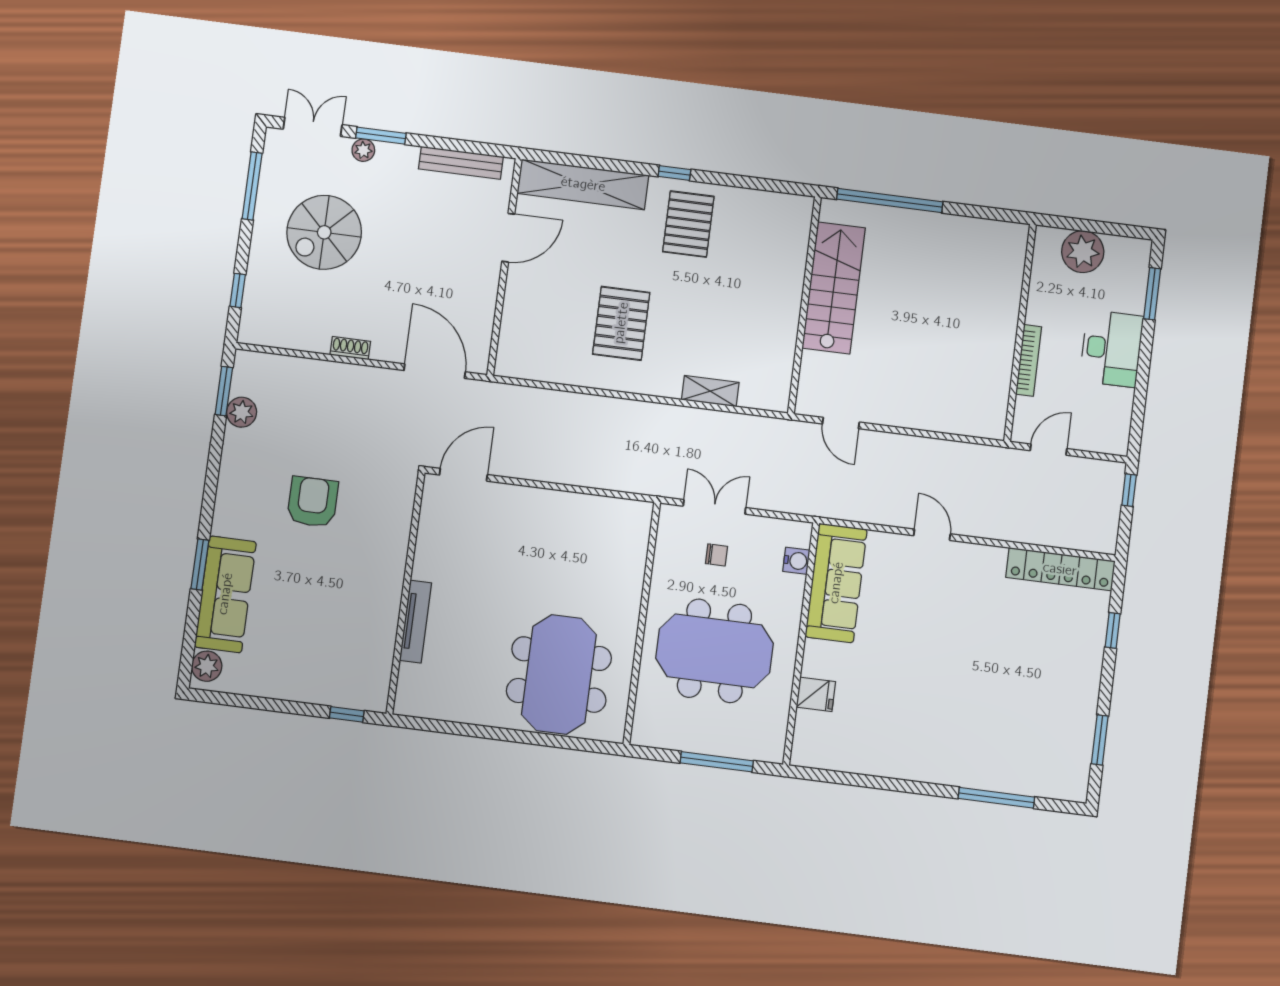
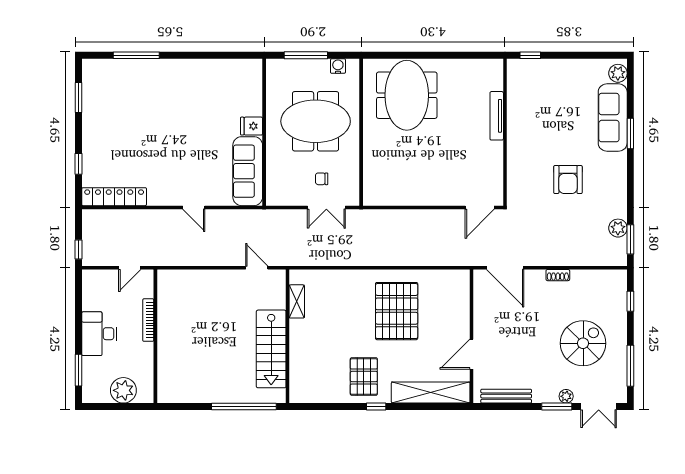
pallet: (621, 323) -> (397, 311), width x1.37, depth x1.41
shelving: (710, 391) -> (297, 301), moved, turned 90
water cooler: (796, 561) -> (338, 66), moved, turned 90
fridge: (816, 694) -> (252, 126), moved

